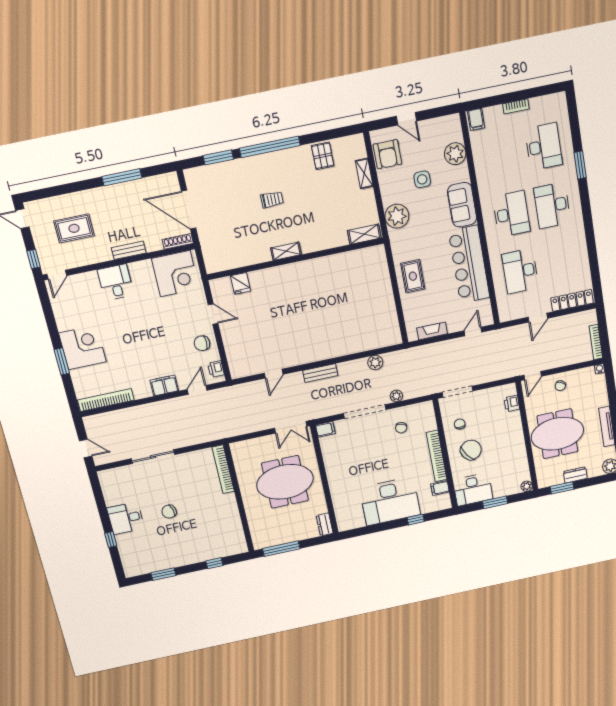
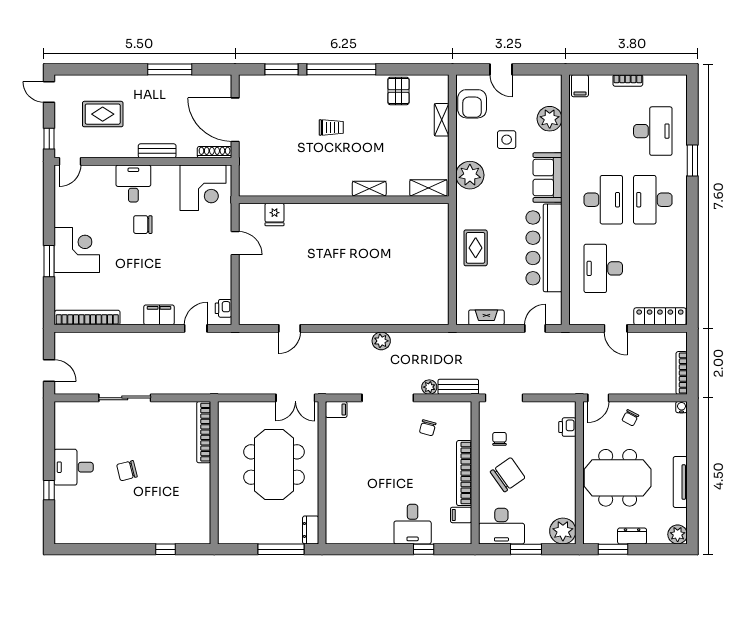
shelving: (286, 251) -> (369, 189), moved
door: (538, 318) -> (616, 328), hinge flipped
chair: (202, 343) -> (143, 225), moved
plant: (375, 363) -> (381, 341), moved
bench: (320, 373) -> (458, 387), moved
meeting table: (285, 482) -> (274, 465), turned 90
plant: (527, 486) -> (563, 531), width x1.88, depth x1.88
desk: (390, 501) -> (413, 524), width x0.53, depth x0.77
window: (281, 549) -> (281, 549), moved
window: (163, 574) -> (101, 549), removed

